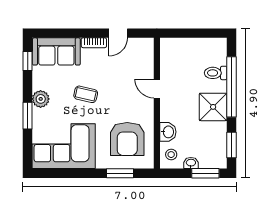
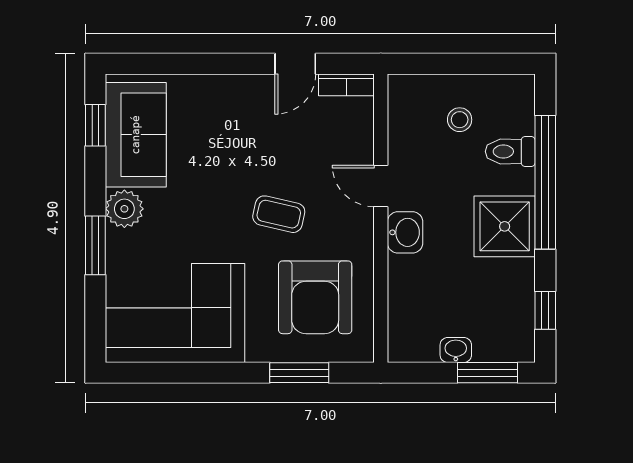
bookcase: (94, 43) -> (346, 85), moved
sofa: (56, 51) -> (136, 135), moved, turned -90
coffee table: (86, 94) -> (279, 214), moved
washbasin: (168, 132) -> (405, 232), moved
window: (232, 145) -> (545, 310), width x0.67
stool: (171, 155) -> (460, 120), moved

